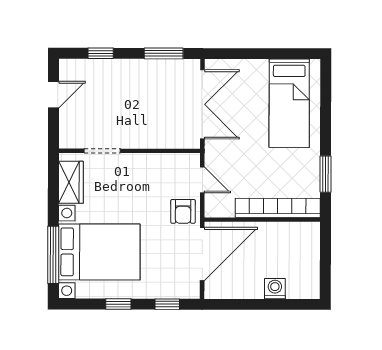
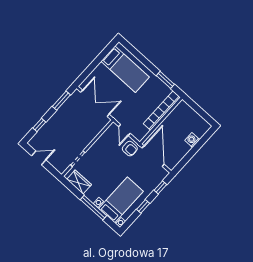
door: (54, 95) -> (39, 158), hinge flipped
door: (202, 180) -> (124, 130), swing flipped
bed with nightstands: (99, 252) -> (121, 200), width x0.73
window: (53, 255) -> (94, 208), moved

